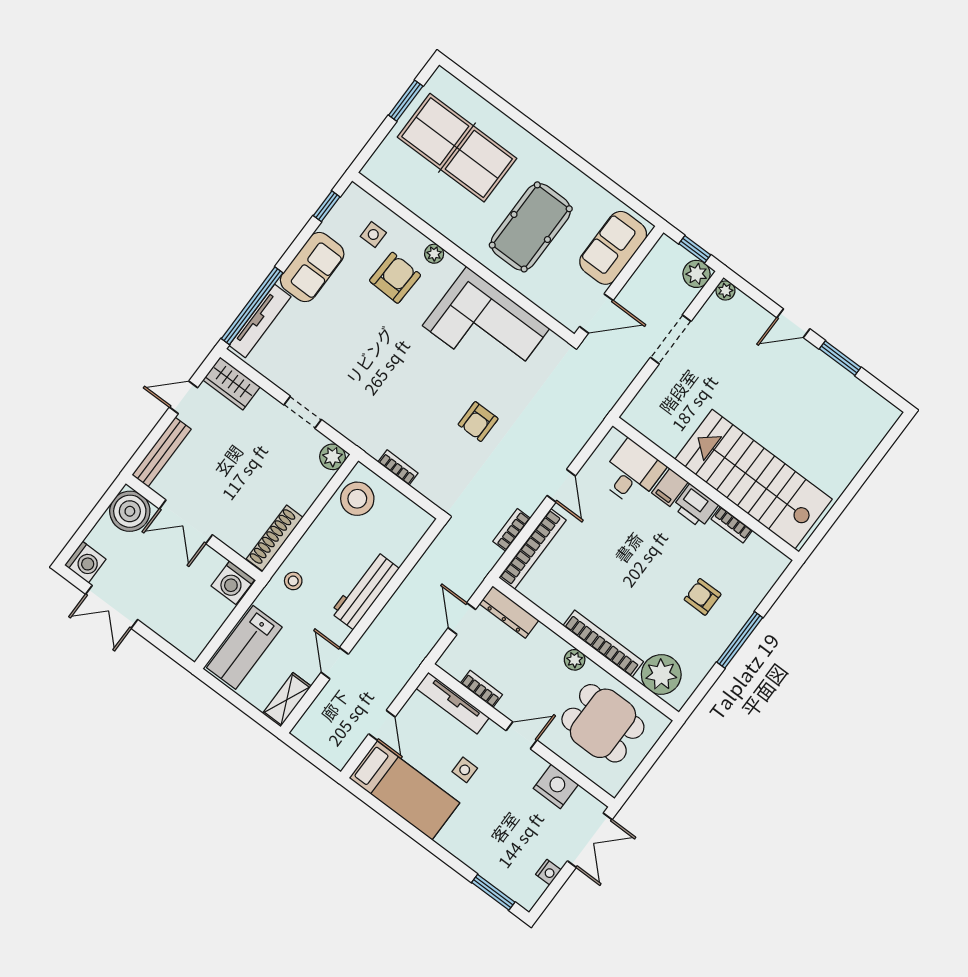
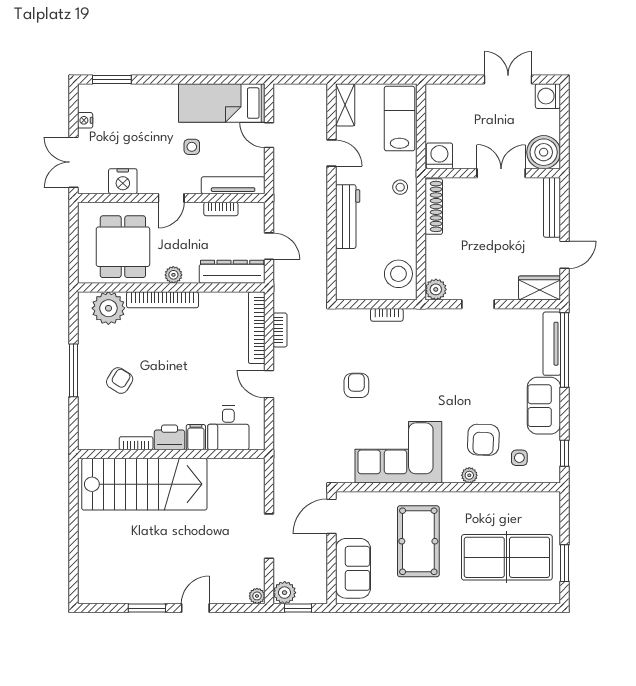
armchair: (703, 597) -> (120, 381), turned -58
dresser: (509, 612) -> (232, 272), width x1.37, depth x1.24
dining table: (603, 723) -> (123, 247), turned 90

